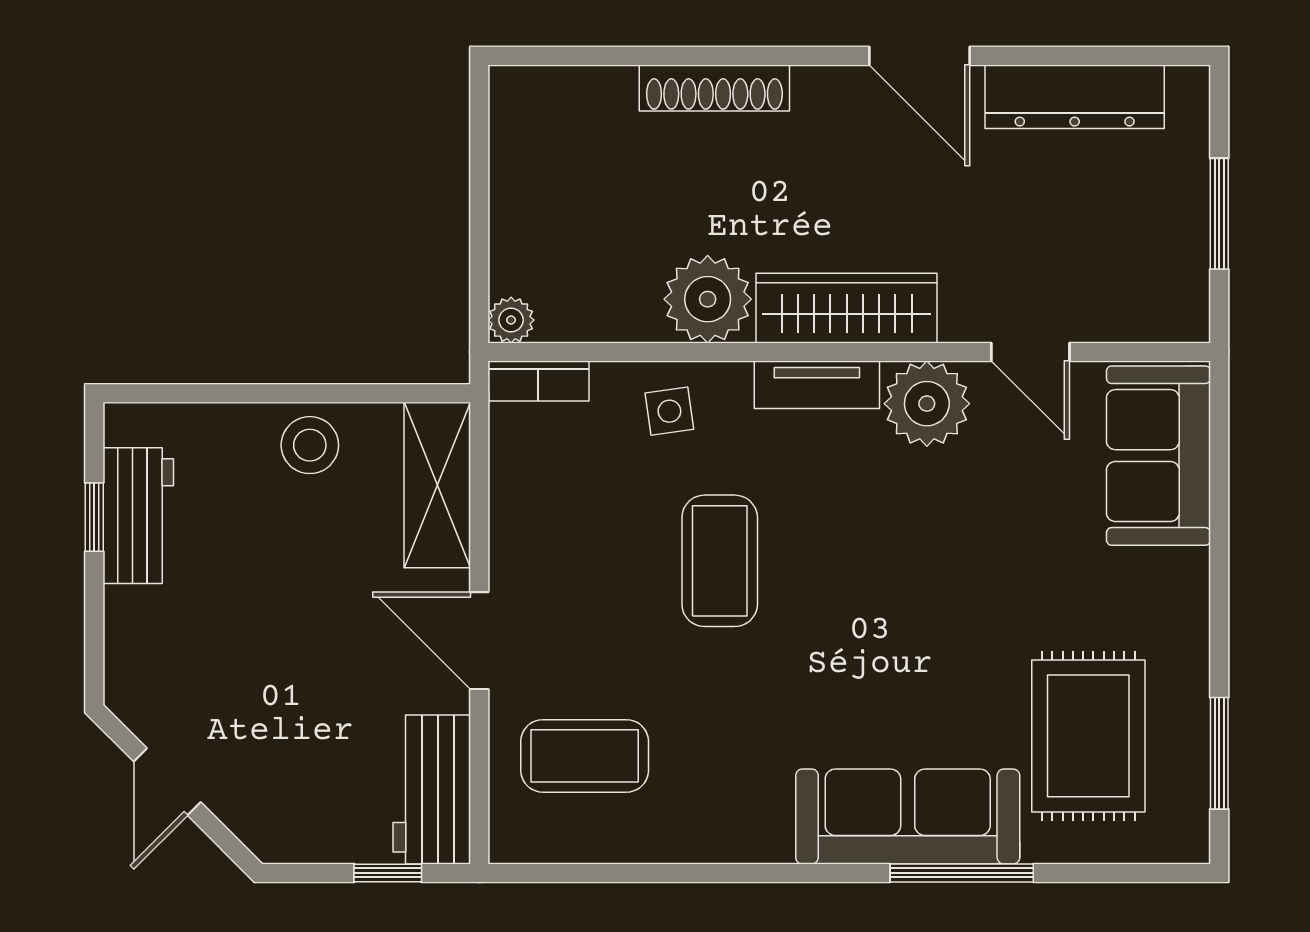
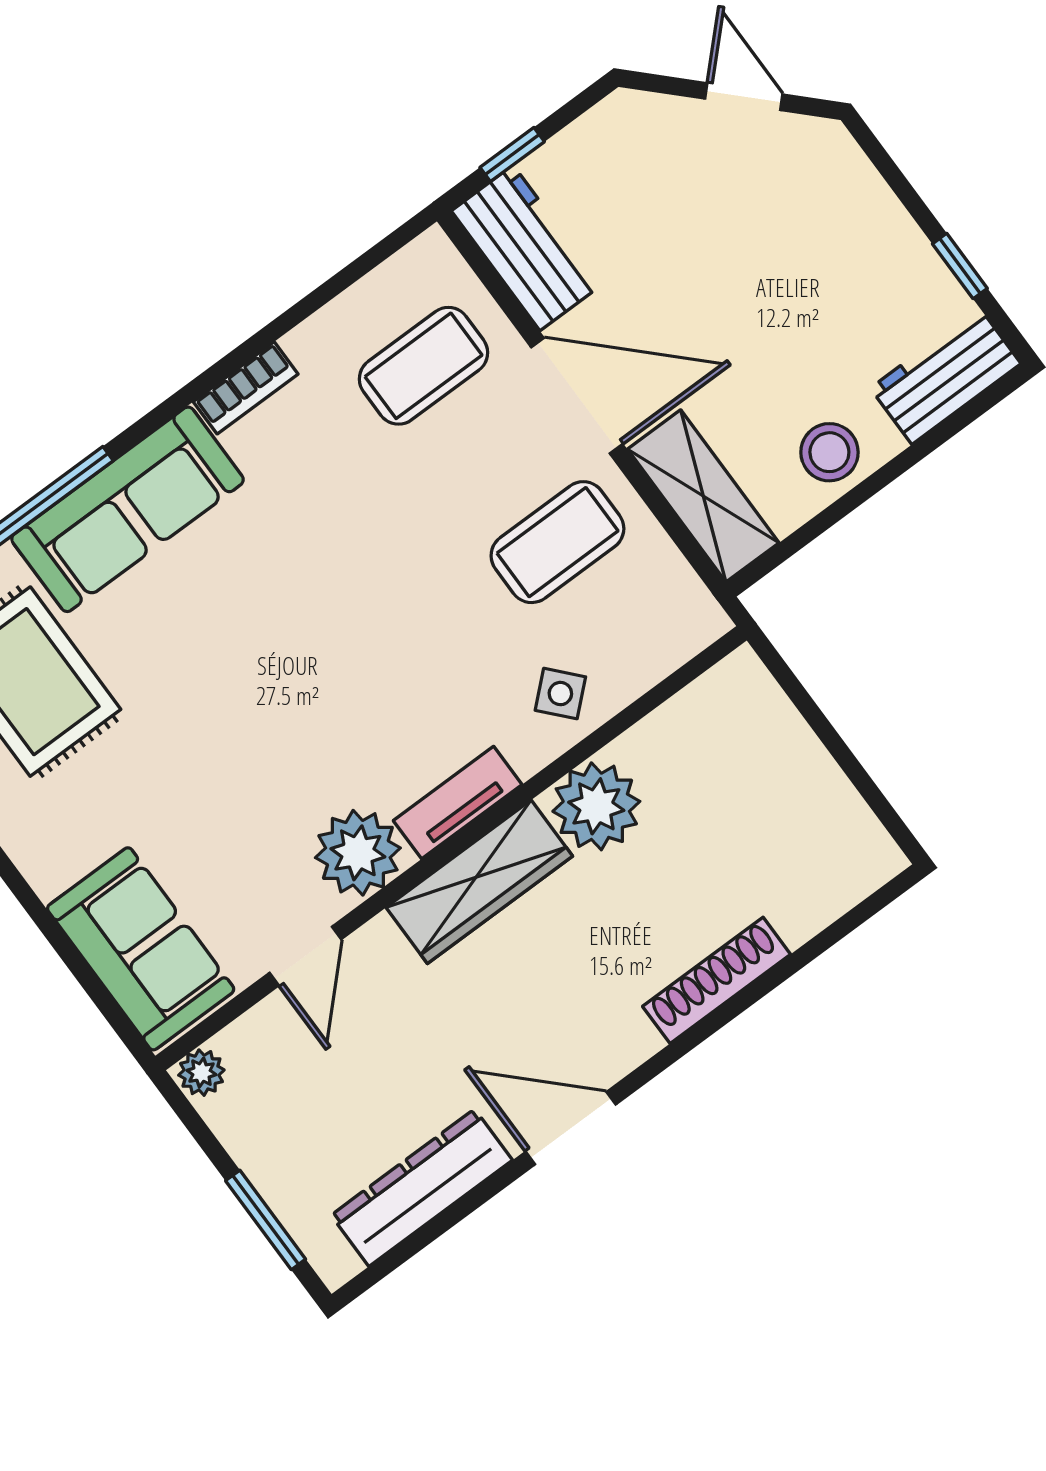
window: (1219, 214) -> (266, 1220), moved
plant: (511, 320) -> (201, 1073), moved
door: (1030, 352) -> (305, 956), swing flipped
bookcase: (538, 381) -> (246, 388), moved, turned 180
side table: (669, 411) -> (560, 694), turned -34
workbench: (138, 516) -> (946, 376), moved, turned 90
coffee table: (720, 561) -> (557, 542), moved, turned 90
door: (479, 641) -> (577, 396), width x1.36

